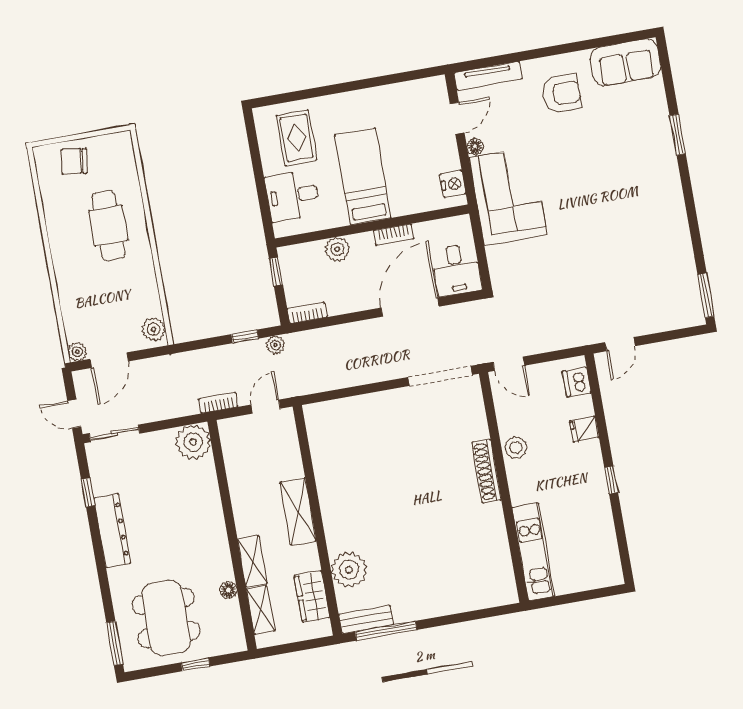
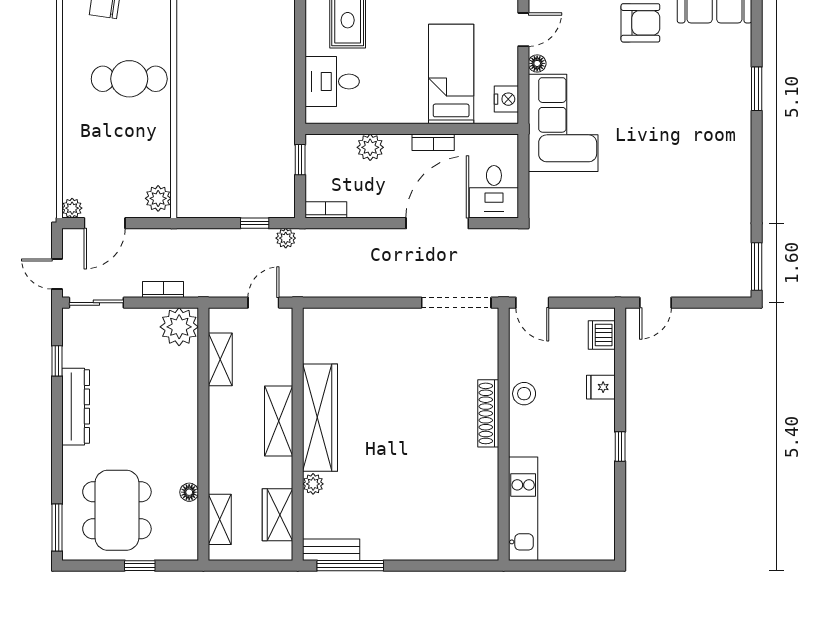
bed: (363, 176) -> (451, 74), moved
cafe table: (108, 226) -> (129, 79), turned 90
bookcase: (218, 403) -> (163, 289), moved
wardrobe: (335, 502) -> (320, 418), added
shelving: (252, 561) -> (220, 359), moved
plant: (349, 570) -> (313, 484), width x0.53, depth x0.53

